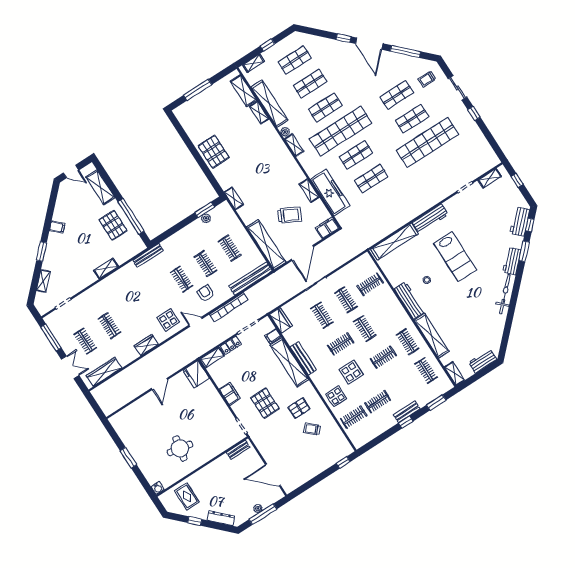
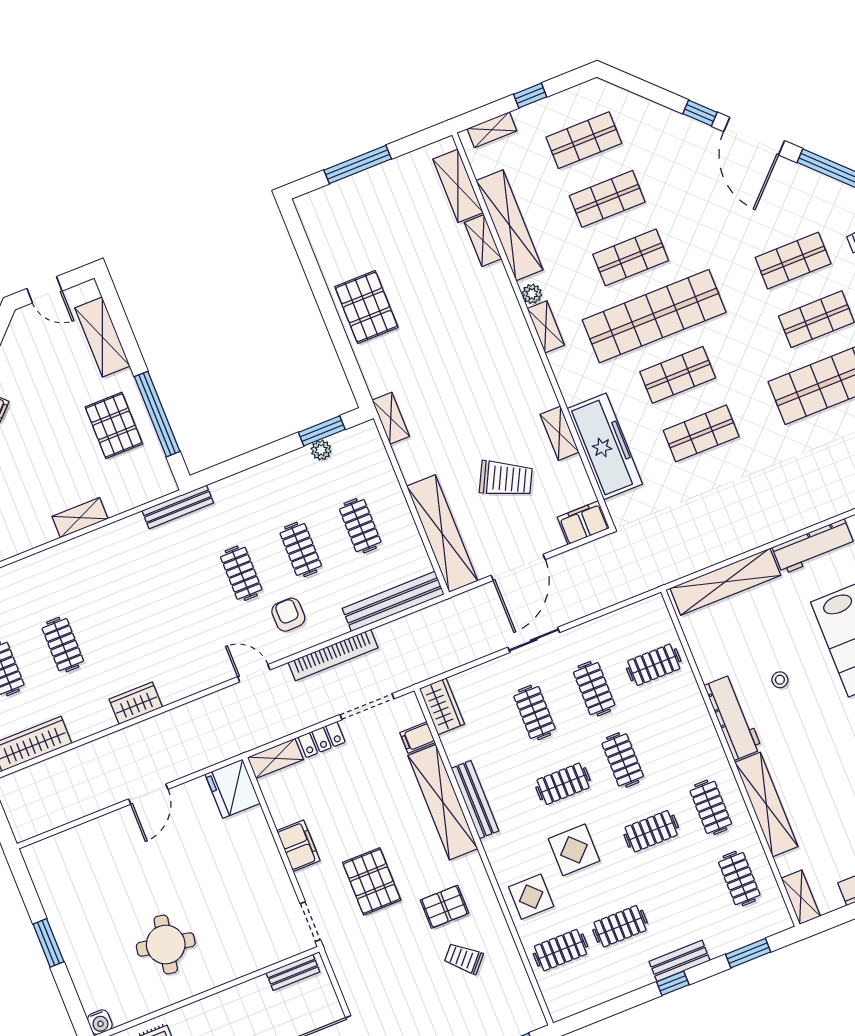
display table: (168, 320) -> (195, 657), removed

